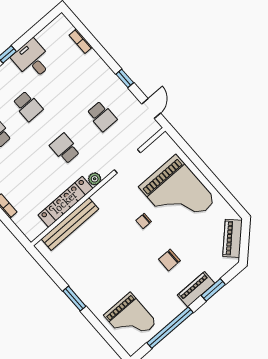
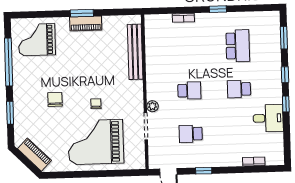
plant: (95, 179) -> (152, 106), moved
locker: (65, 202) -> (153, 61), removed
piano: (196, 289) -> (86, 23), moved, turned 90

